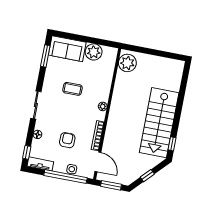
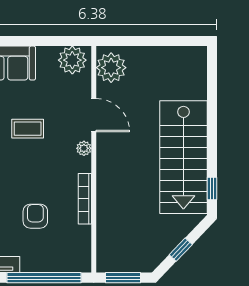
plant: (94, 52) -> (72, 60), moved
door: (98, 162) -> (94, 115), moved
side table: (72, 169) -> (52, 263), removed

